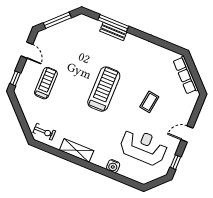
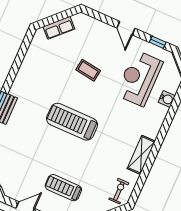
row of seats: (186, 75) -> (59, 28), width x0.68
water cooler: (113, 166) -> (167, 99), moved

